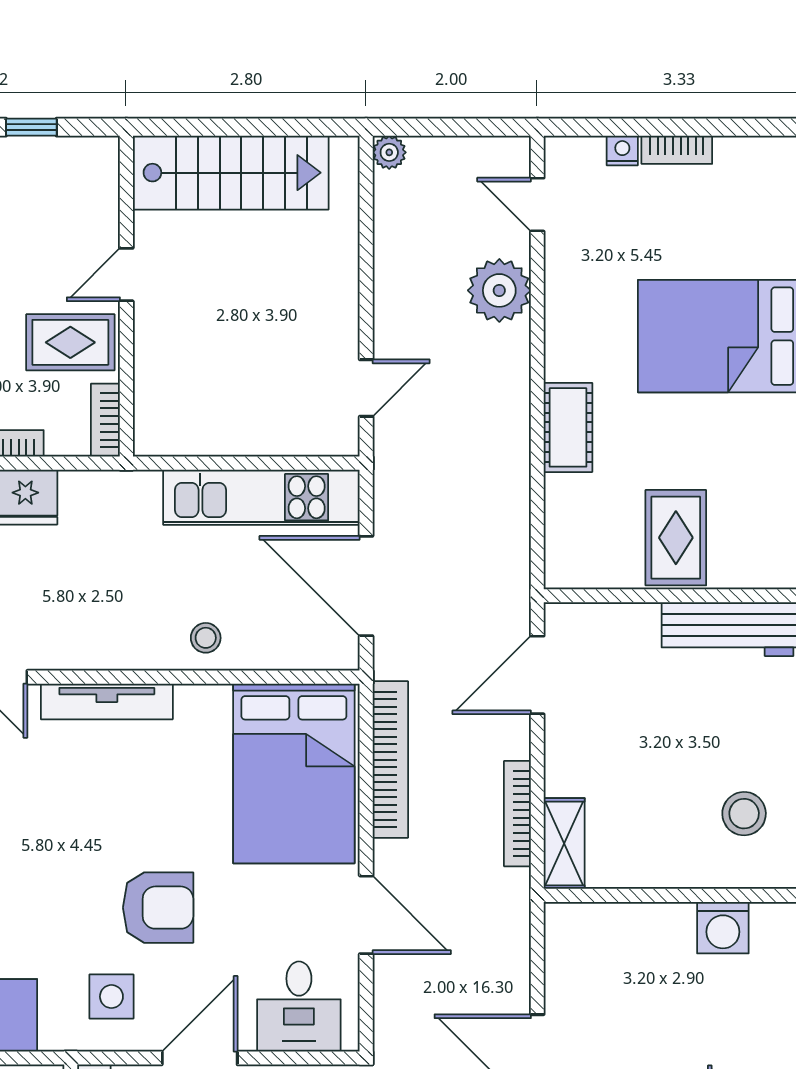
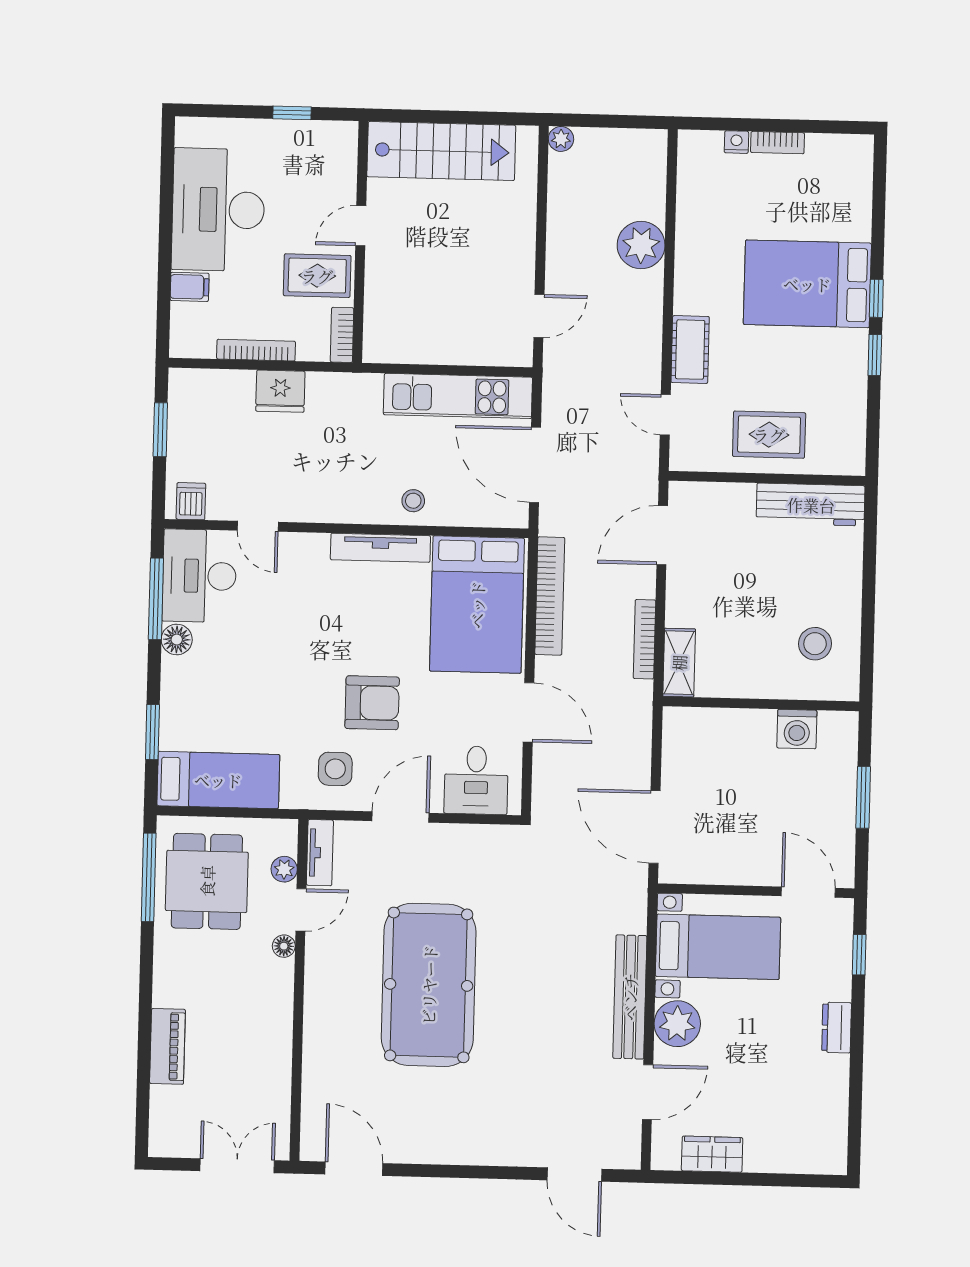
door: (537, 205) -> (665, 415), moved
rug: (676, 538) -> (769, 435), turned 90
tv unit: (107, 701) -> (380, 548), moved

